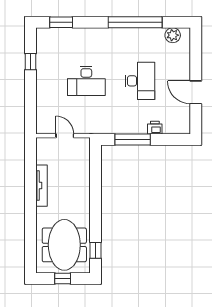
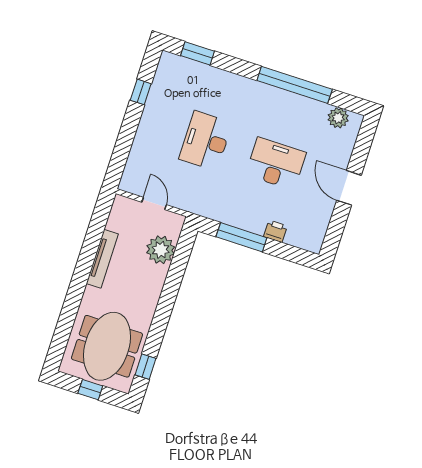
desk: (86, 81) -> (206, 141), turned 90
desk: (140, 81) -> (276, 164), turned -90
door: (196, 92) -> (349, 188), moved
plant: (80, 166) -> (161, 250), added

